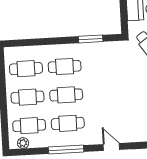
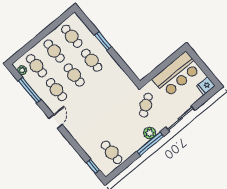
window: (91, 39) -> (103, 41), moved
door: (111, 147) -> (56, 121), moved
window: (66, 150) -> (30, 90), moved

